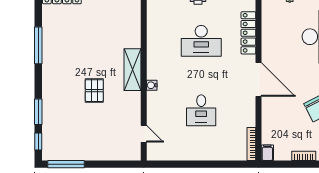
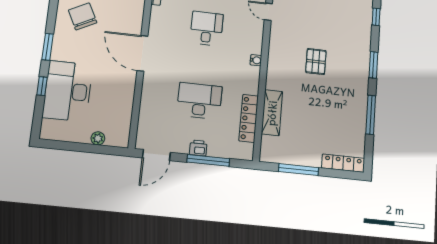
locker: (248, 33) -> (249, 118), moved, turned 180
shelving: (133, 70) -> (272, 113), moved
window: (38, 112) -> (373, 65), moved

